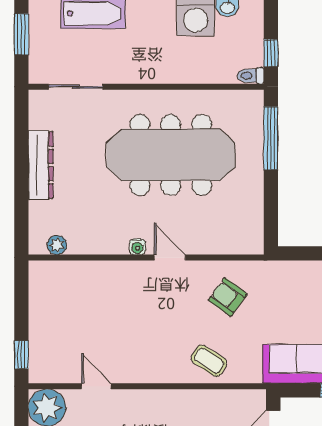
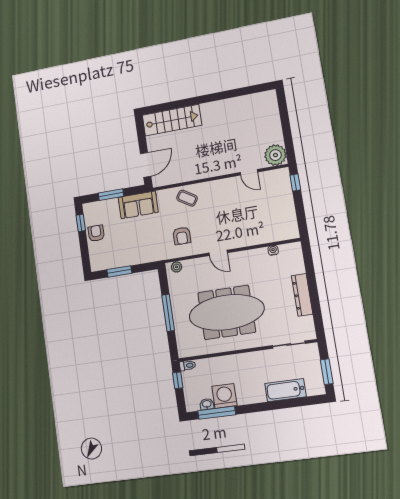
window: (271, 138) -> (168, 313), moved
plant: (57, 245) -> (177, 267), moved
water cooler: (137, 247) -> (273, 250), moved
armchair: (228, 297) -> (182, 236), turned 54

